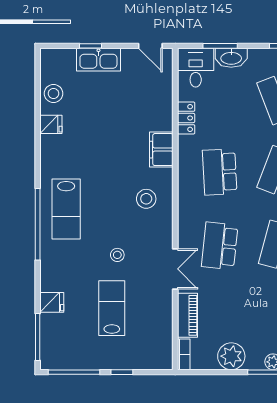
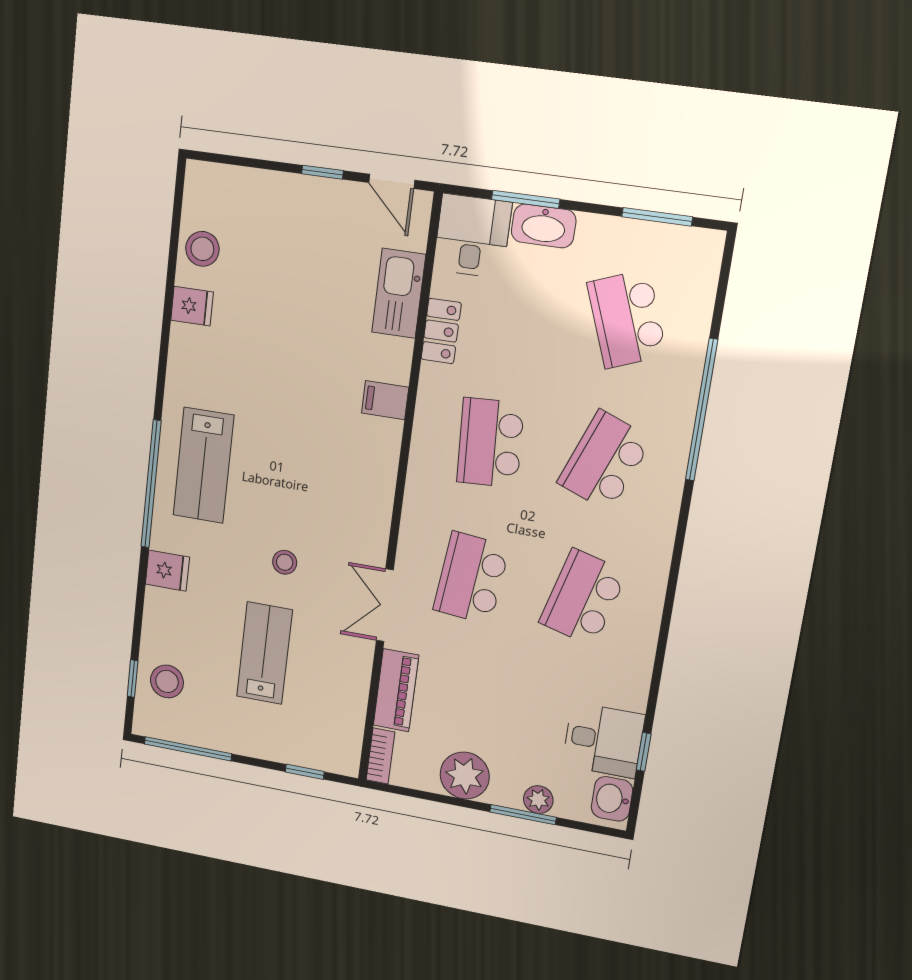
window: (90, 46) -> (323, 172), moved
kitchen sink: (98, 60) -> (399, 293), moved, turned 90
filing cabinet: (161, 150) -> (385, 400), width x0.50
stool: (146, 199) -> (167, 681), moved
double door: (175, 269) -> (385, 605), swing flipped
fridge: (52, 302) -> (167, 571), moved
window: (38, 337) -> (133, 678), width x0.46
window: (122, 372) -> (305, 772), moved

